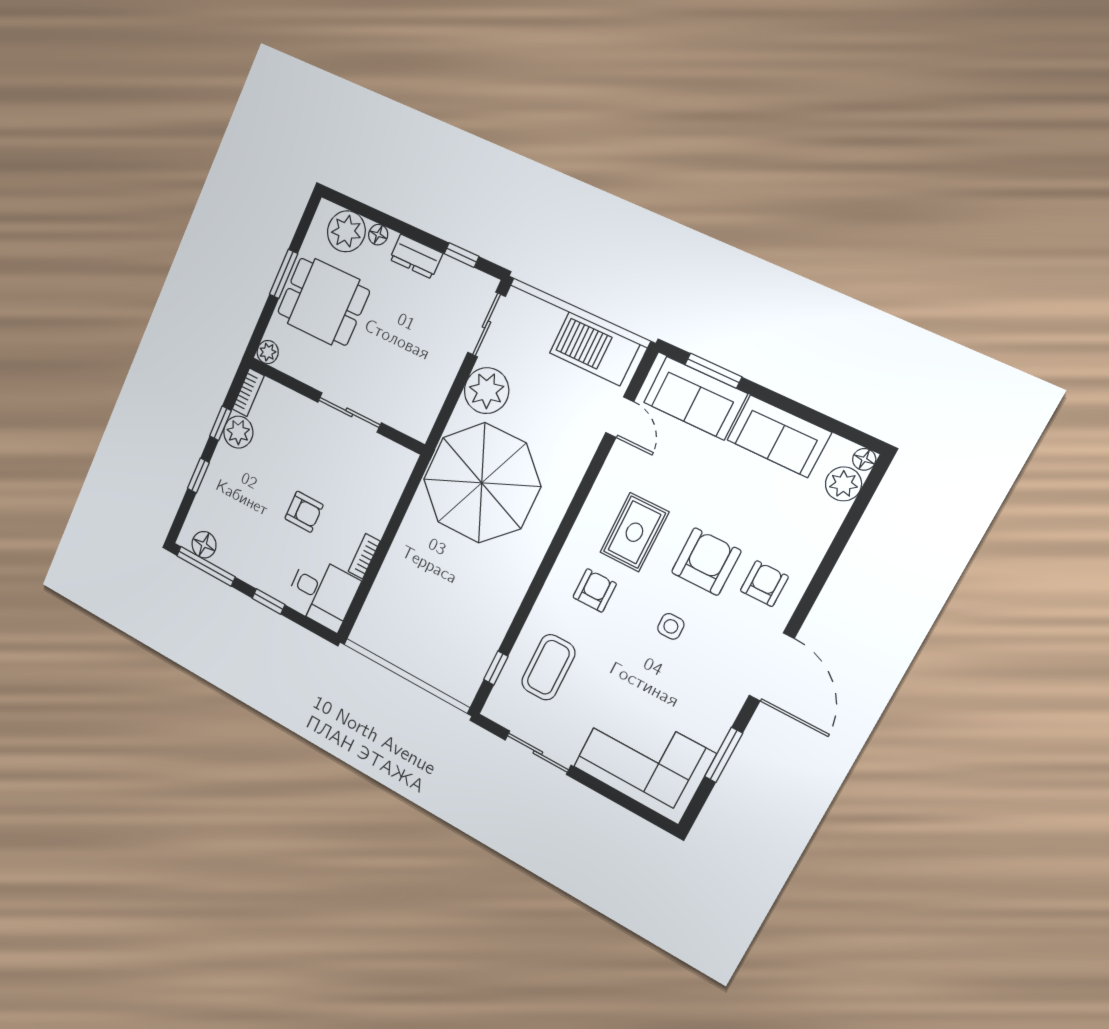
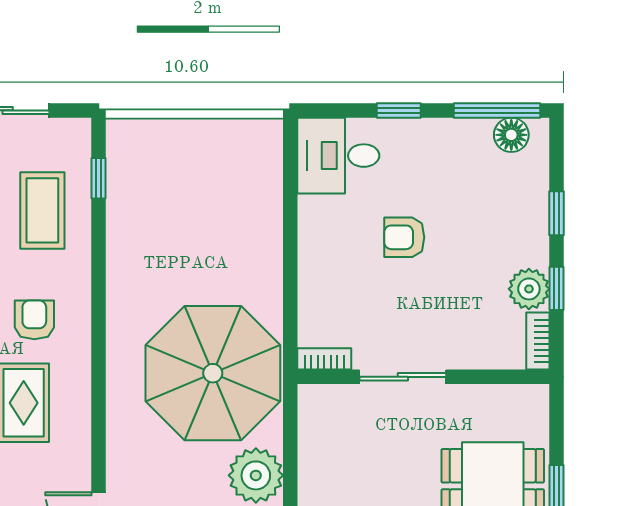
plant: (268, 352) -> (535, 398), removed
bookcase: (364, 556) -> (324, 359), moved, turned -90
armchair: (595, 590) -> (34, 320), turned 180

